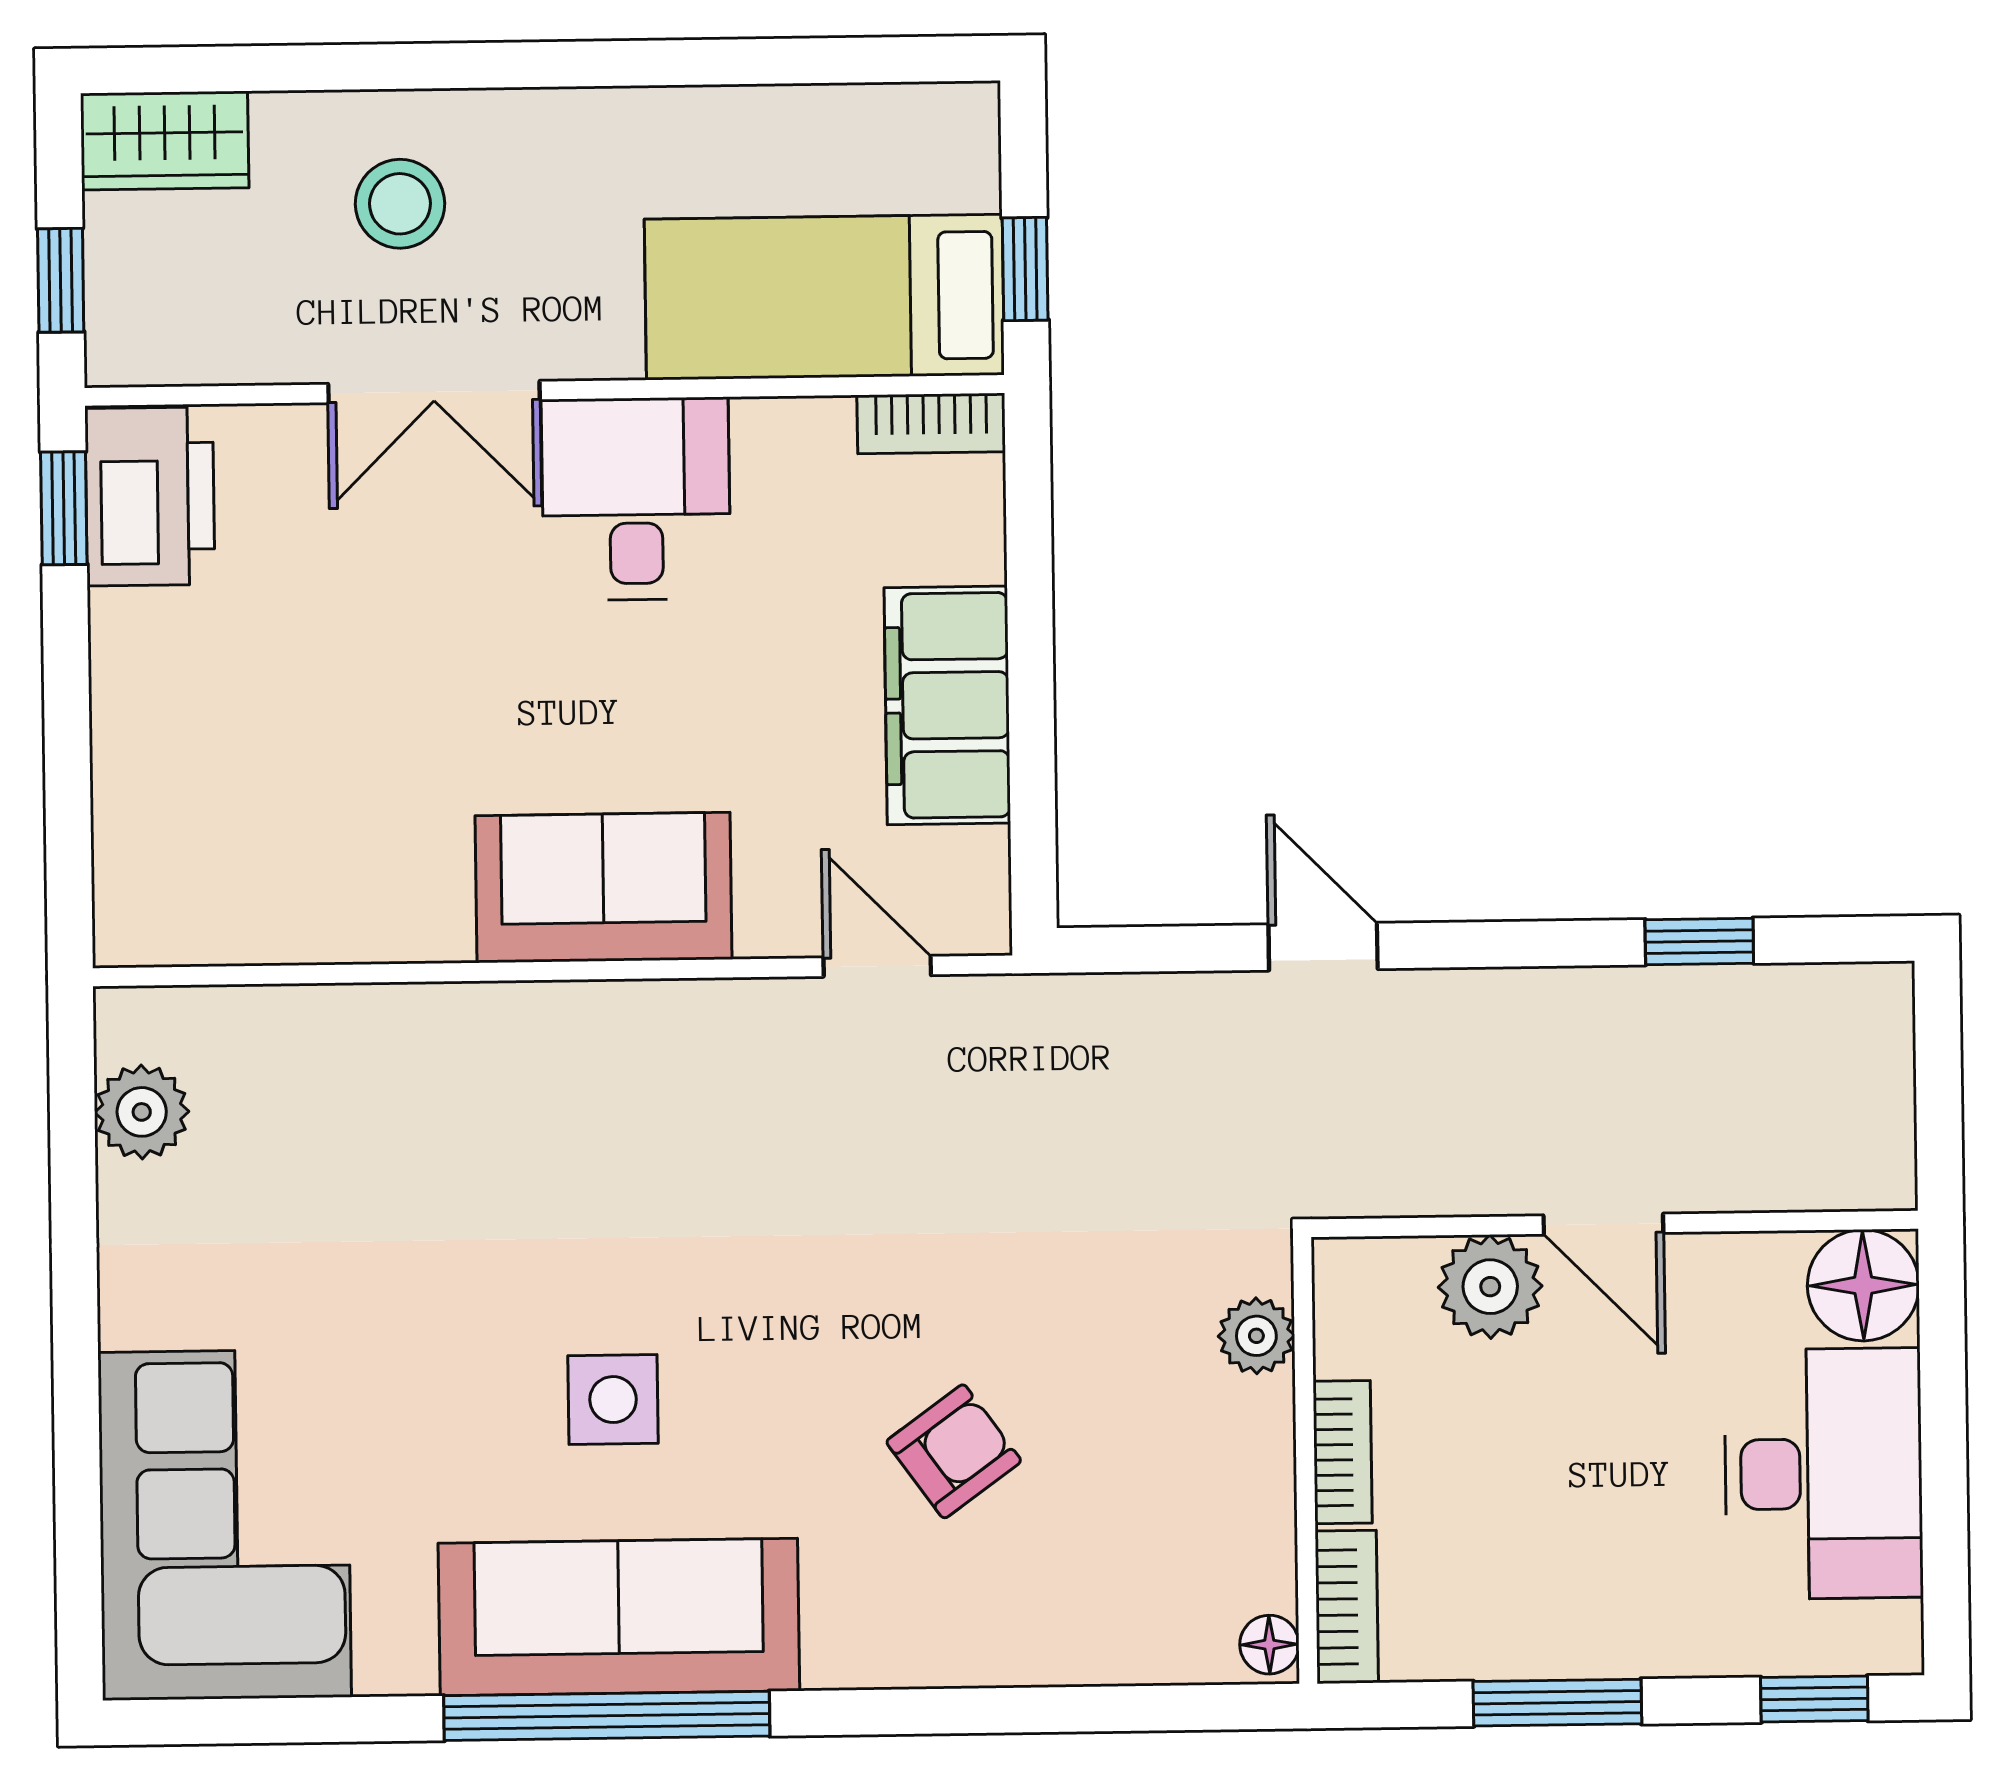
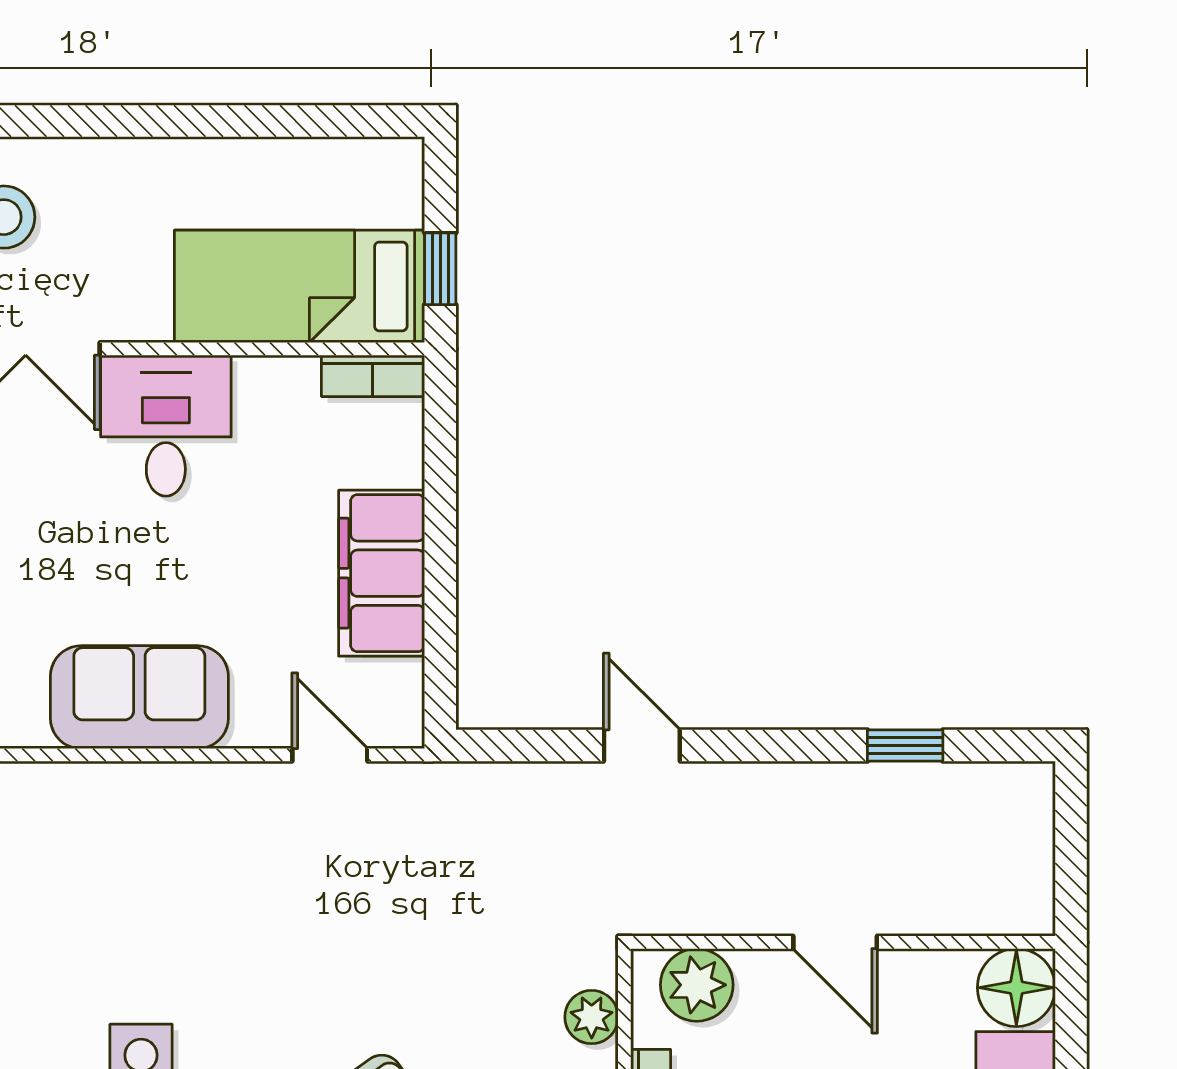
plant: (1490, 1287) -> (697, 985), moved

